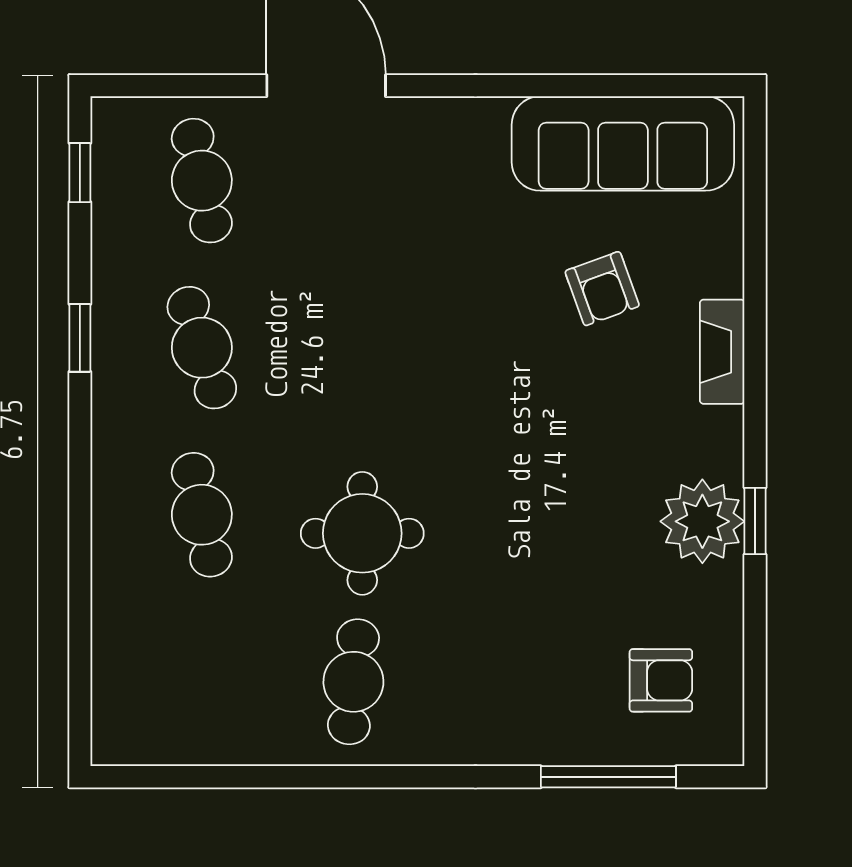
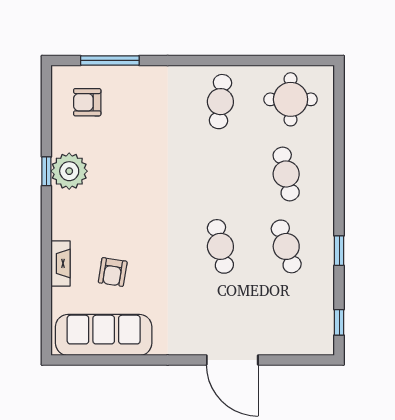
cafe table: (202, 181) -> (220, 246), moved
armchair: (602, 289) -> (113, 272), turned -151
fireplace: (722, 352) -> (61, 263), moved
round table: (362, 533) -> (291, 99), moved

